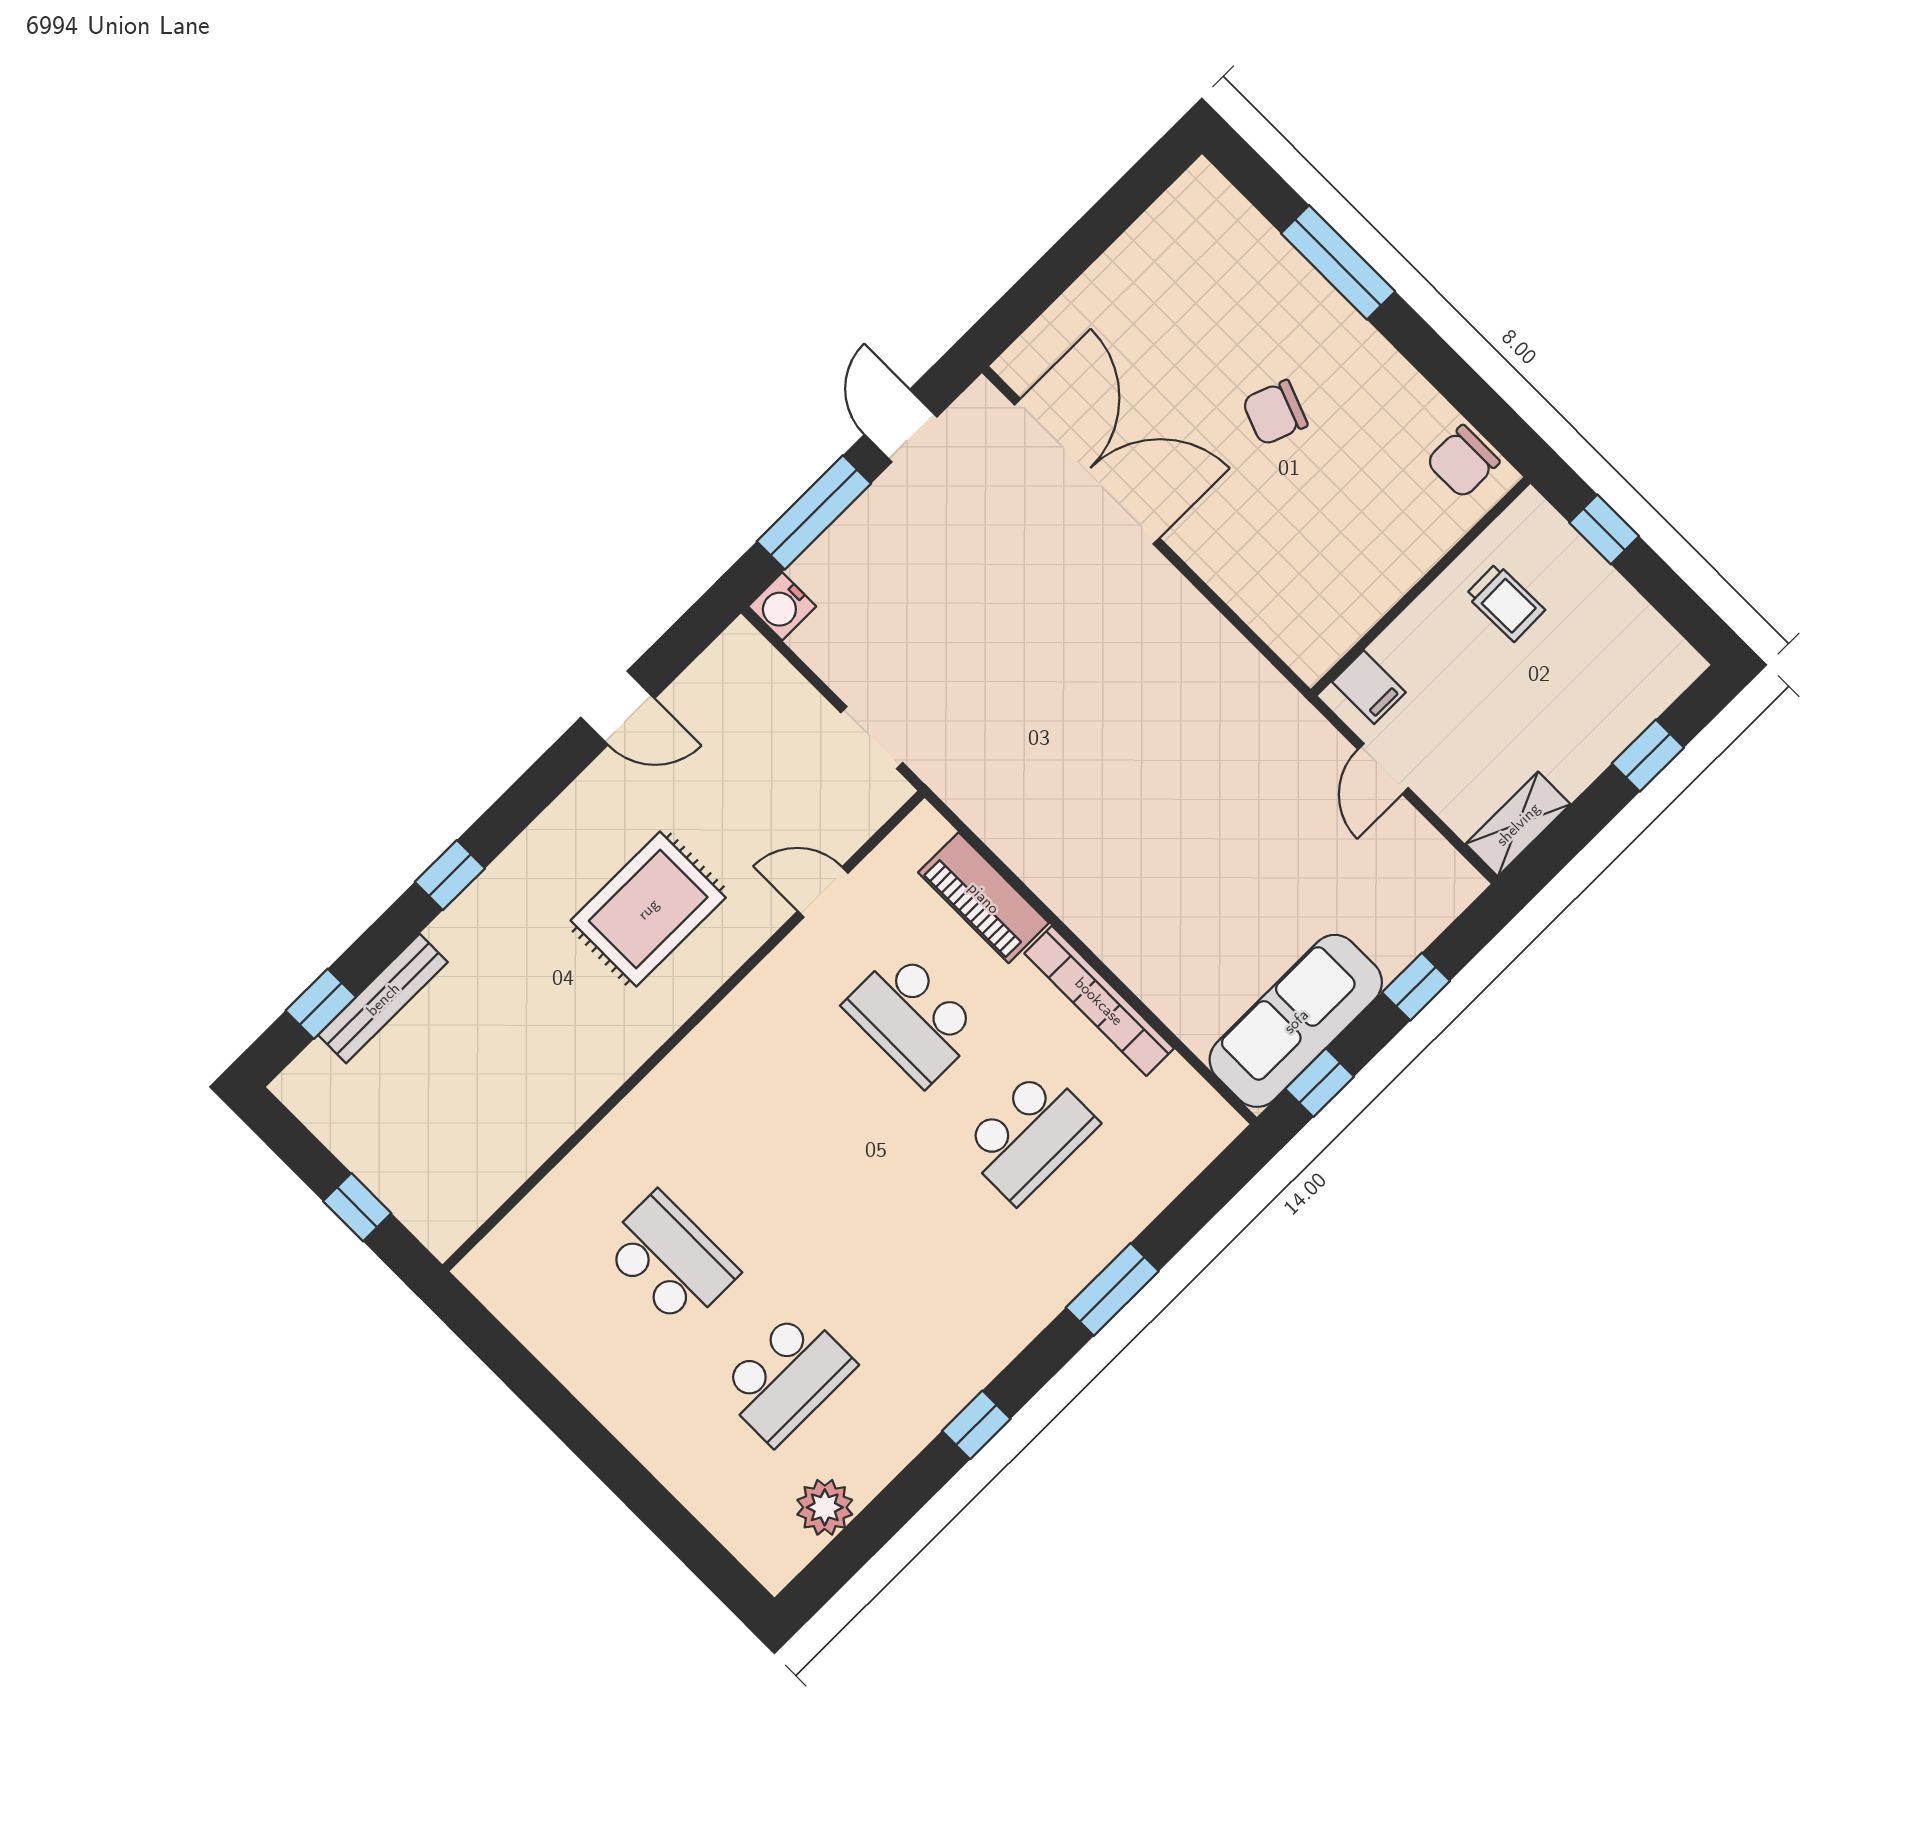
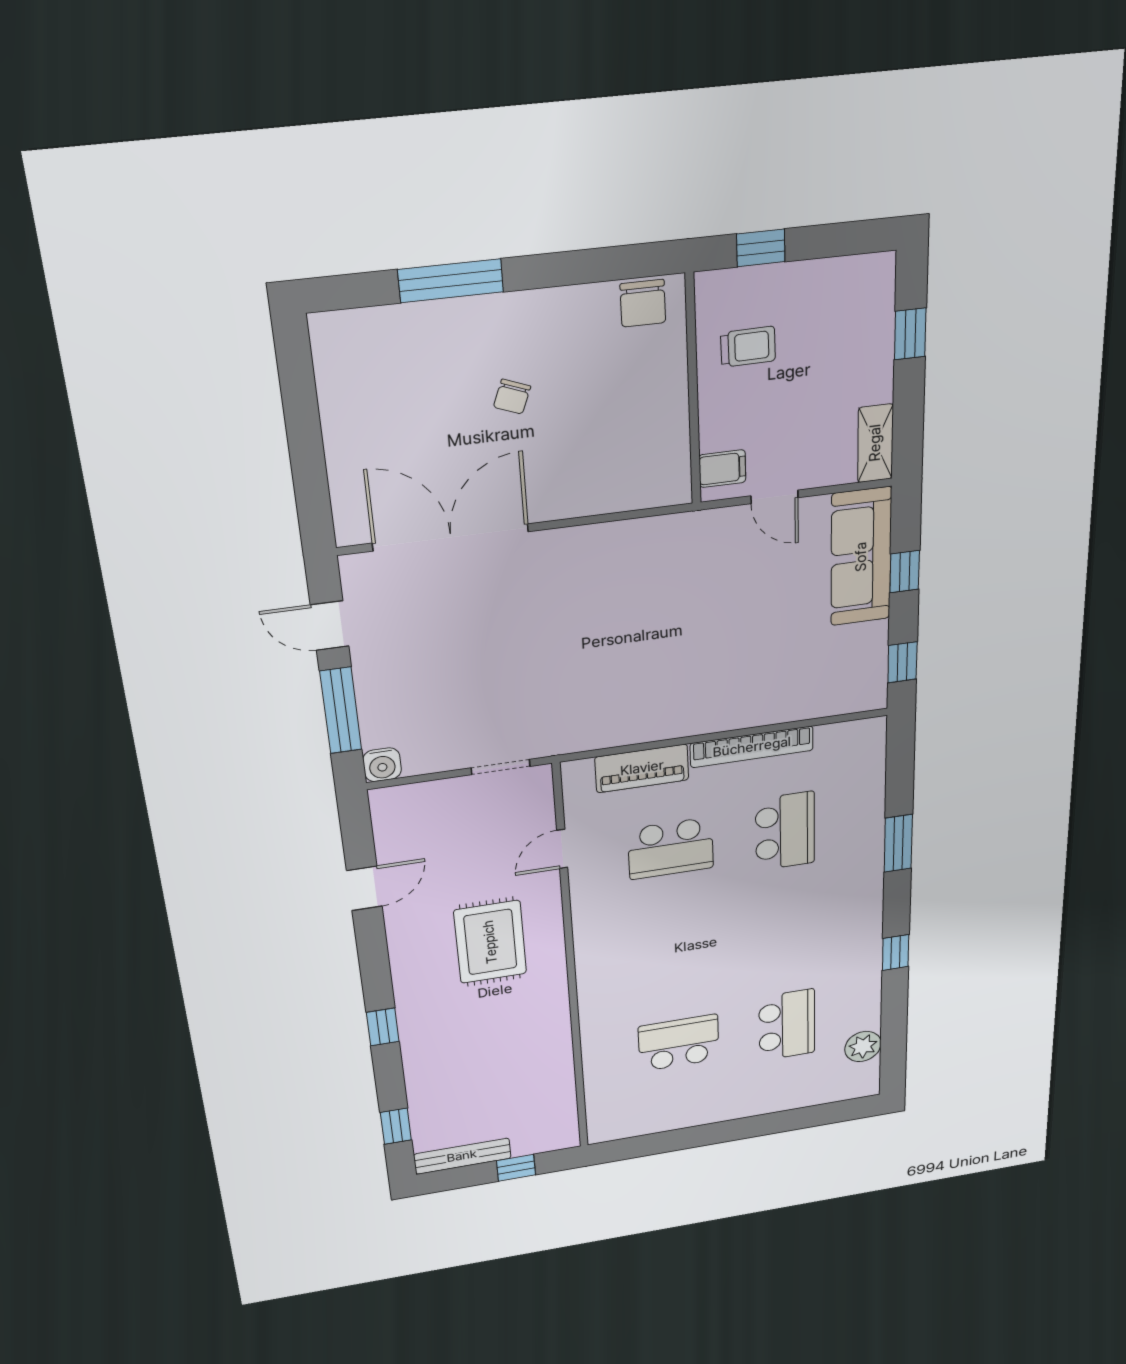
chair: (1275, 413) -> (512, 397), width x0.73, depth x0.73
bench: (383, 999) -> (462, 1156), moved, turned 90
sofa: (1296, 1021) -> (861, 557), moved

